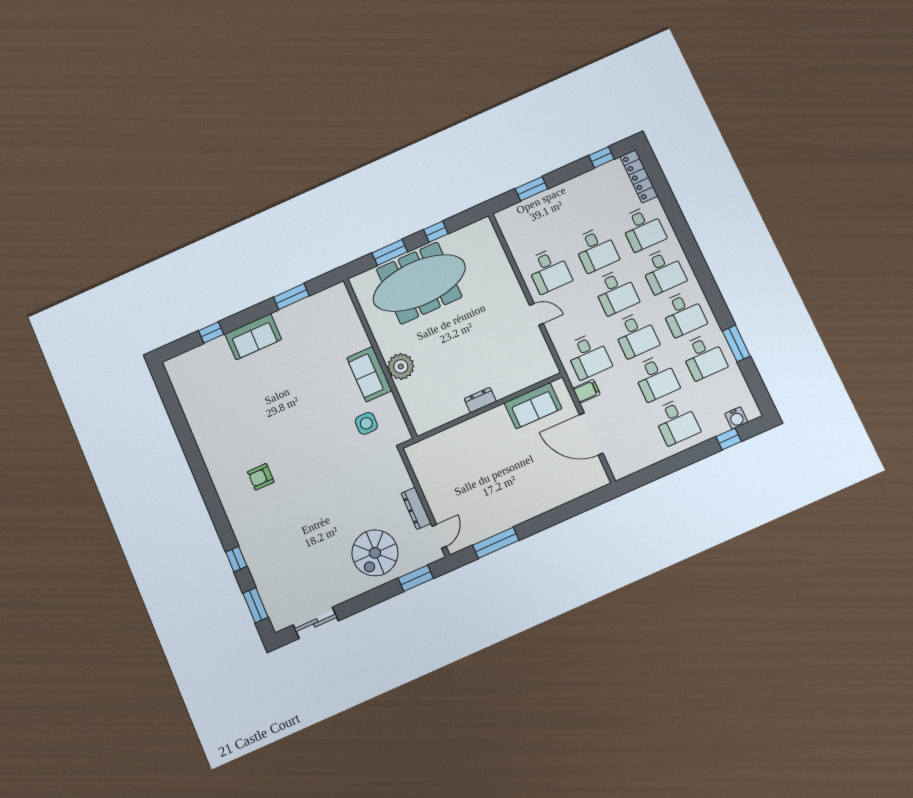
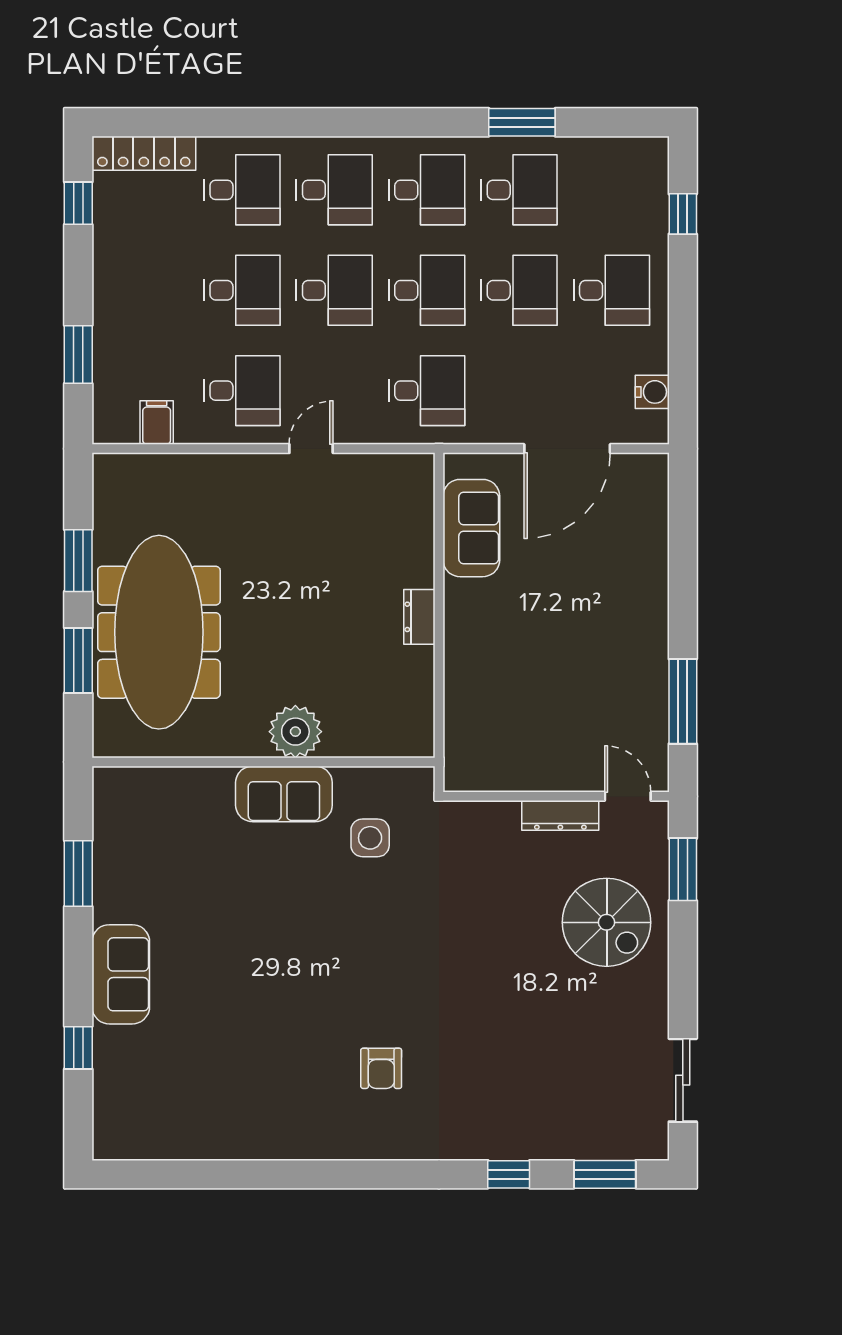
window: (436, 232) -> (78, 561), width x1.50
filing cabinet: (586, 391) -> (157, 423), moved
water cooler: (736, 418) -> (652, 392), moved

